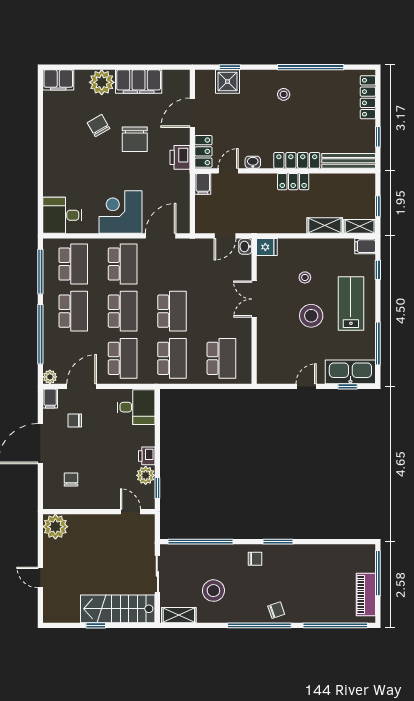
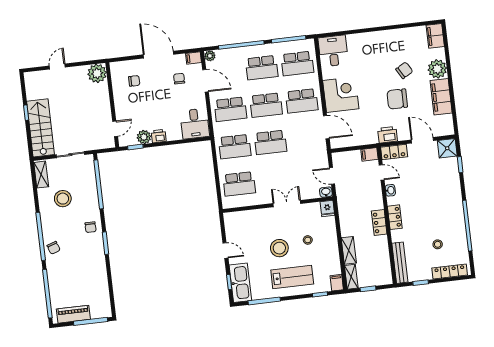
shower: (227, 81) -> (447, 148), moved
stool: (284, 94) -> (438, 244), moved
locker: (297, 160) -> (395, 217), width x0.66

